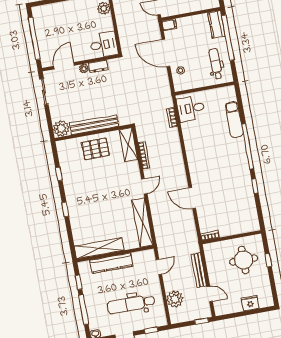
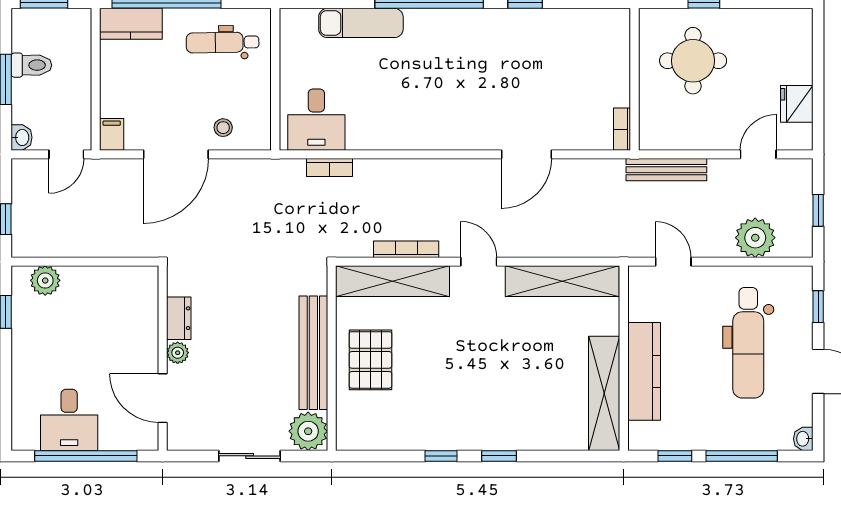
desk: (104, 45) -> (69, 420), moved, turned 180
sliding door: (44, 92) -> (250, 456), moved
shelving: (128, 145) -> (392, 281), width x1.47
window: (59, 174) -> (441, 456), moved
bench: (199, 270) -> (666, 170), moved
fridge: (250, 303) -> (797, 104), moved
window: (202, 321) -> (818, 210), moved

